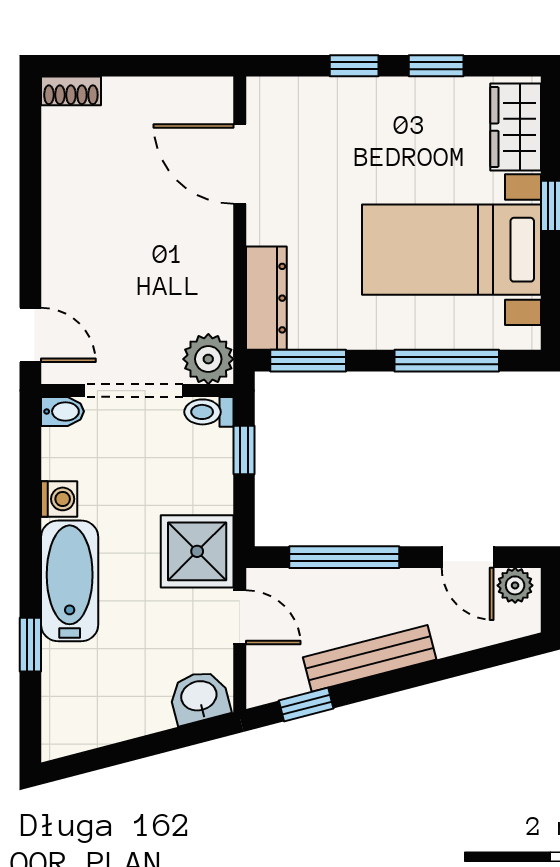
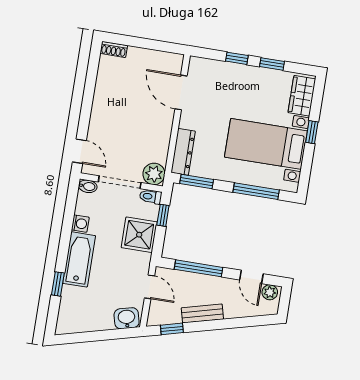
shower: (197, 551) -> (139, 235), moved
bench: (370, 658) -> (202, 313), width x0.73

